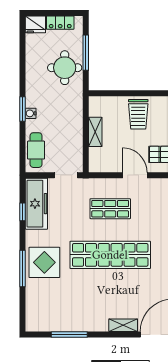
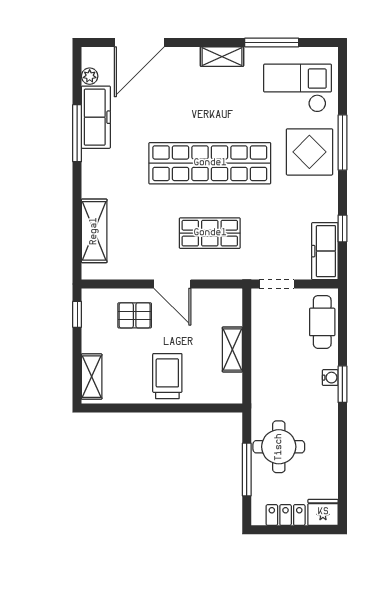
freezer: (36, 204) -> (325, 251), width x0.73, depth x0.79
checkout: (52, 305) -> (298, 88), added
shelving: (123, 325) -> (222, 57), moved

